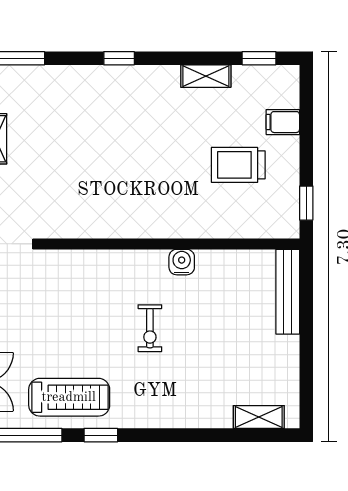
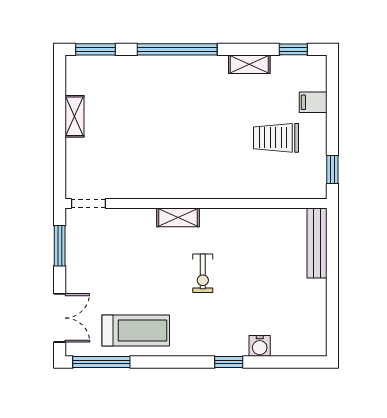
window: (119, 58) -> (177, 49), width x3.17
water cooler: (182, 262) -> (260, 346), moved, turned 180
shelving: (259, 417) -> (178, 217), moved
window: (101, 435) -> (229, 362), moved

